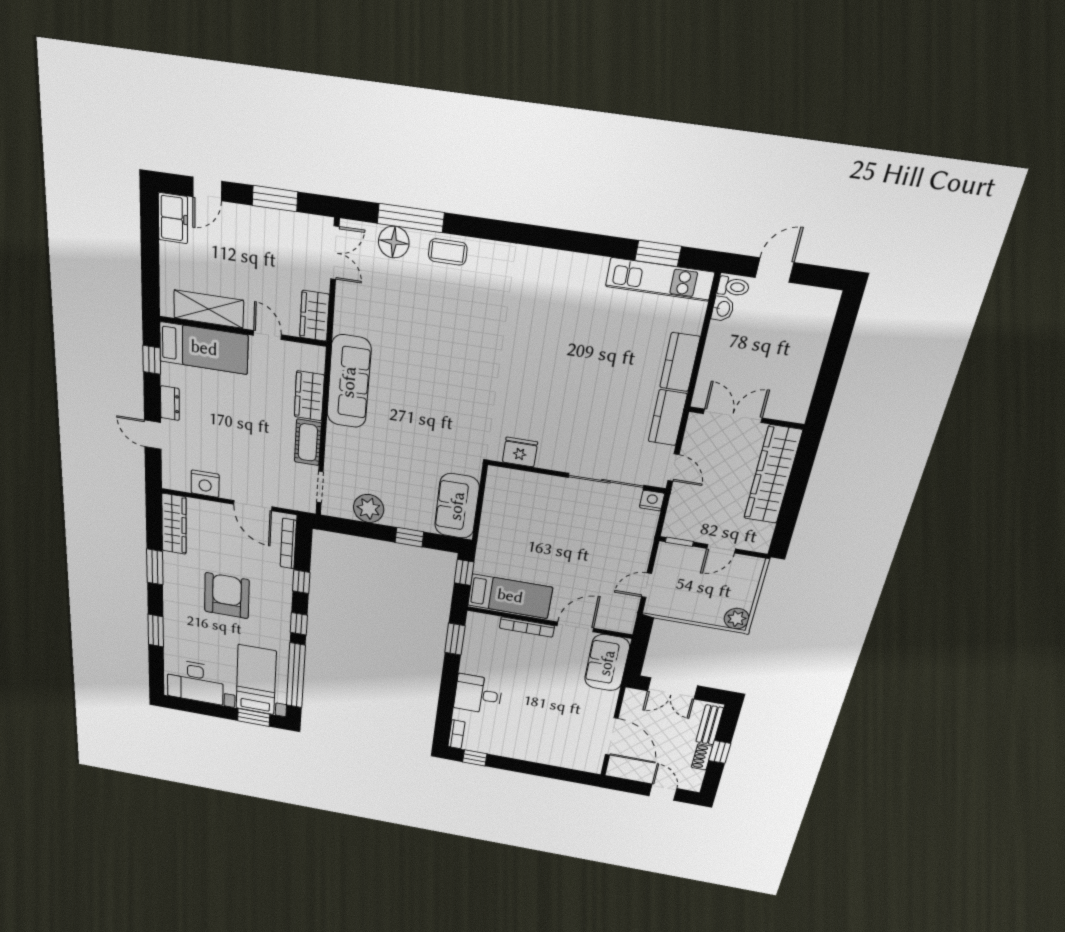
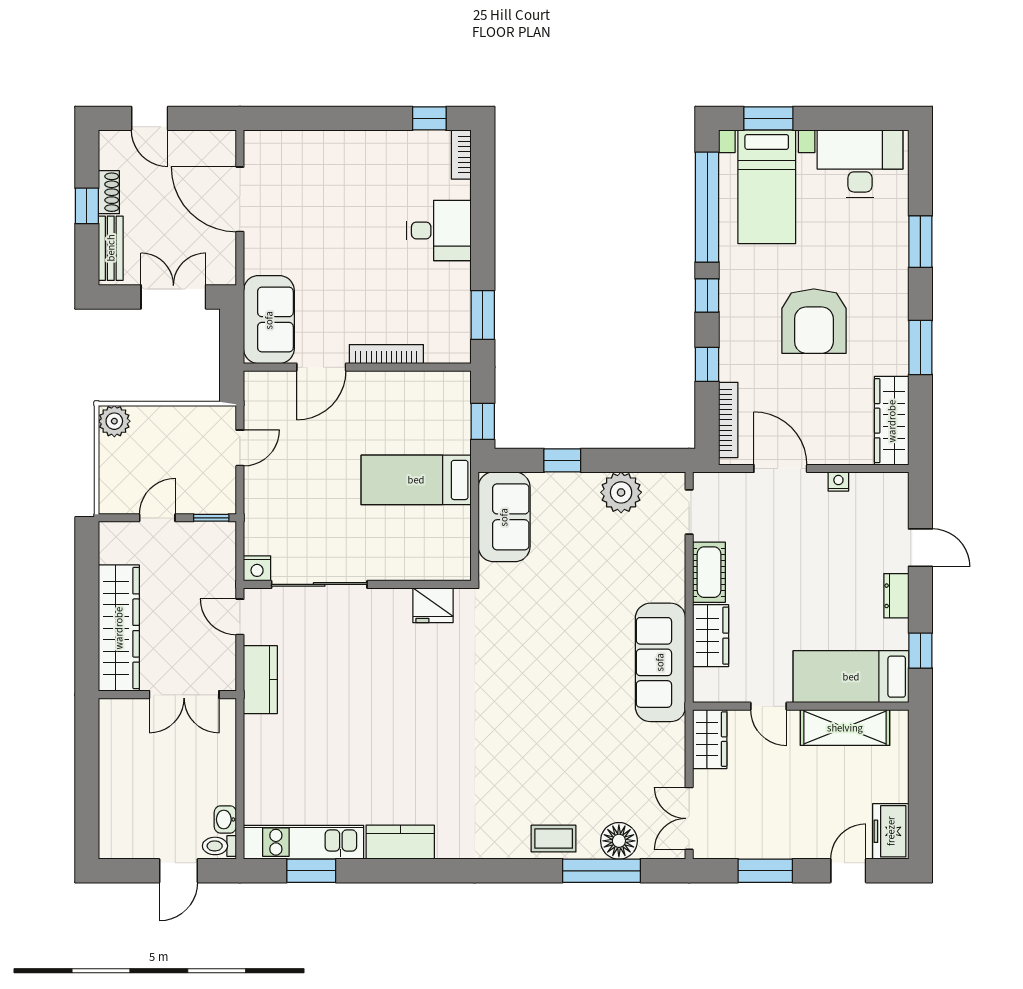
kitchen counter: (680, 362) -> (400, 842), moved, turned -90
nightstand: (205, 484) -> (838, 482), width x0.53, depth x0.56
bed: (510, 596) -> (416, 480), moved

